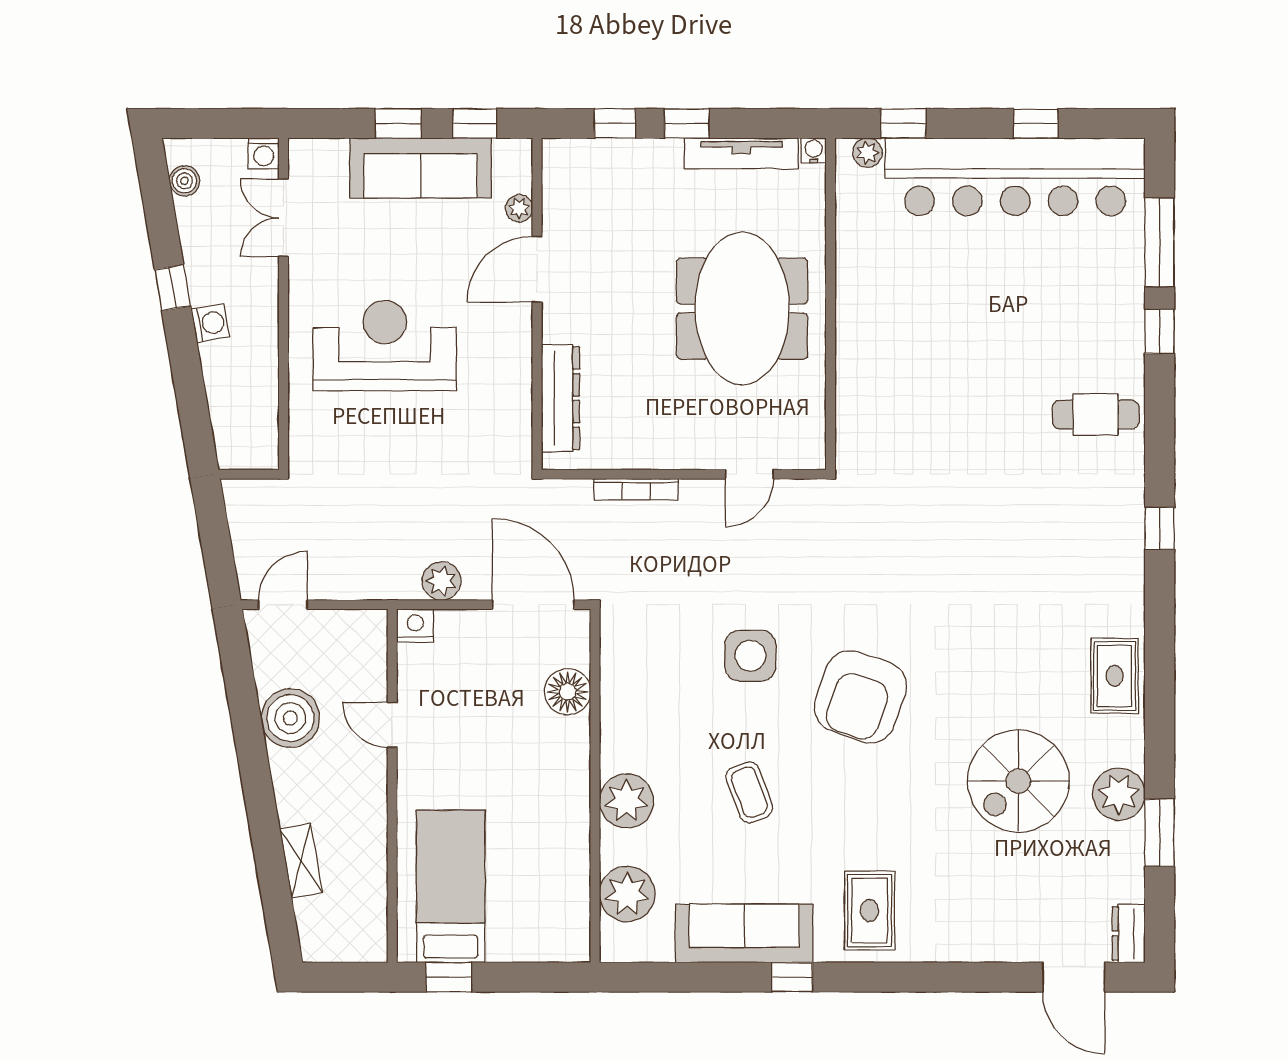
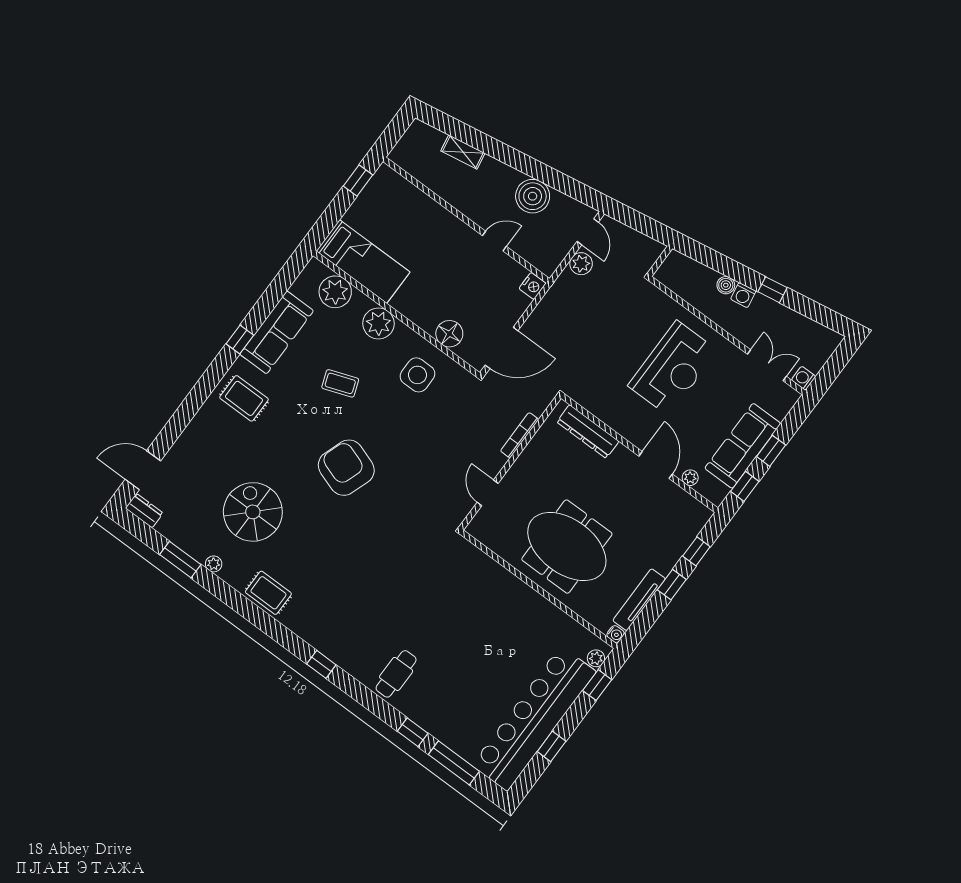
boiler: (184, 181) -> (726, 285), moved
plant: (441, 581) -> (581, 264), moved
side table: (750, 656) -> (417, 375), moved
plant: (1119, 794) -> (214, 564), width x0.53, depth x0.53
bed: (451, 886) -> (363, 262), moved

